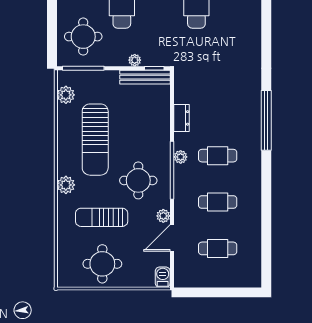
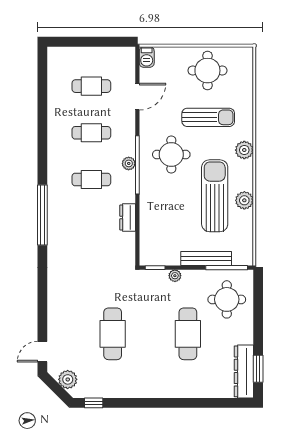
bench: (145, 77) -> (206, 259), moved
plant: (66, 95) -> (244, 200), moved
plant: (181, 157) -> (129, 163), moved
plant: (163, 216) -> (146, 119), removed

